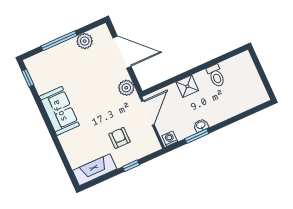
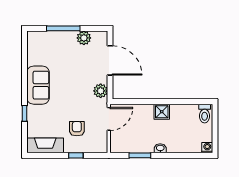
toilet: (216, 76) -> (205, 114), moved
window: (28, 78) -> (25, 113), moved
shower: (187, 86) -> (162, 112), moved
washbasin: (201, 125) -> (160, 148), moved
washing machine: (170, 139) -> (207, 148), moved

